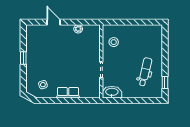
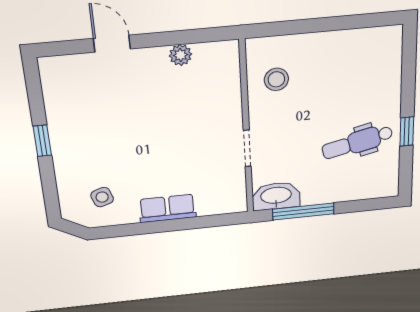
dental chair: (145, 72) -> (357, 142), turned -116
window: (165, 82) -> (407, 131), moved
window: (123, 101) -> (303, 212), added

